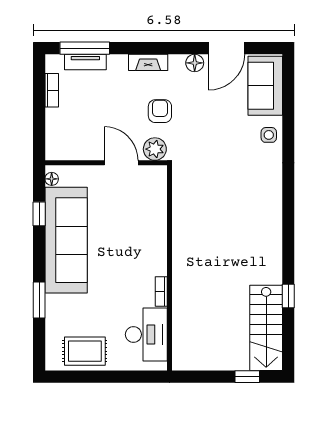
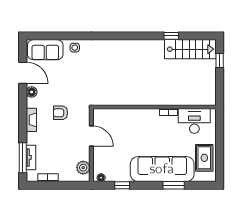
plant: (155, 149) -> (83, 168), moved
door: (121, 163) -> (91, 136), swing flipped
sofa: (66, 240) -> (162, 169), moved

